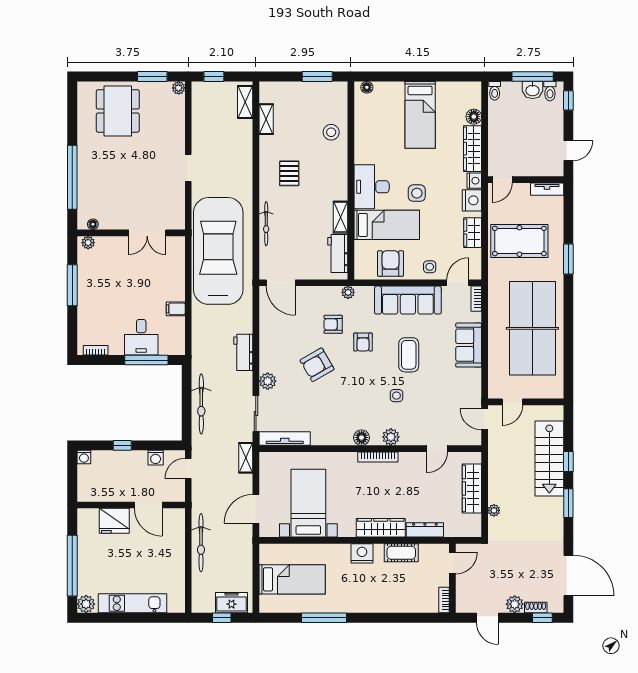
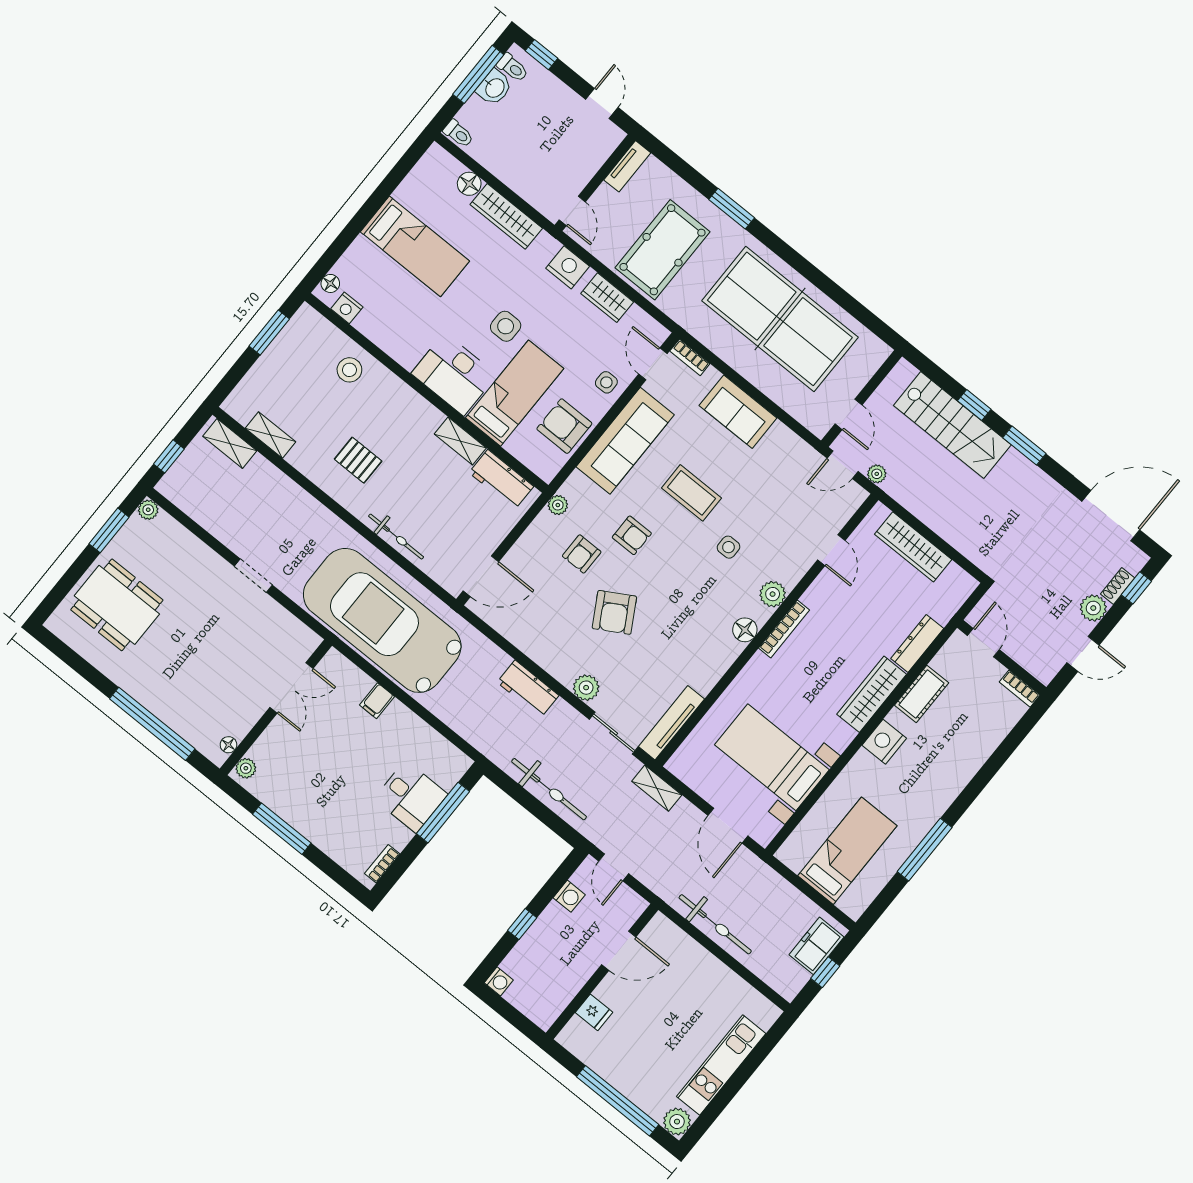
nightstand: (474, 181) -> (347, 308), moved, turned 180
filing cabinet: (176, 309) -> (377, 701), moved
plant: (494, 510) -> (877, 474), moved
fridge: (114, 521) -> (594, 1012), width x0.53, depth x0.75

